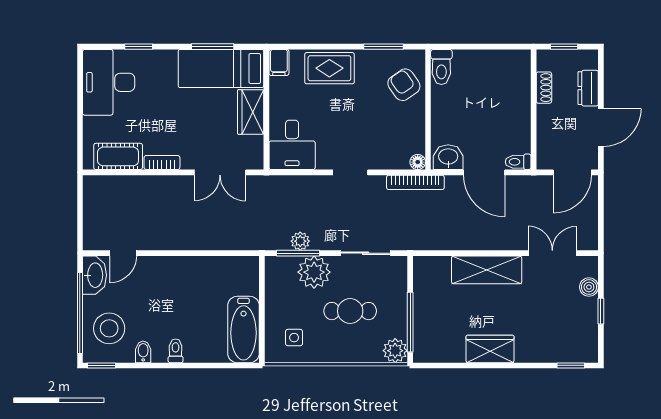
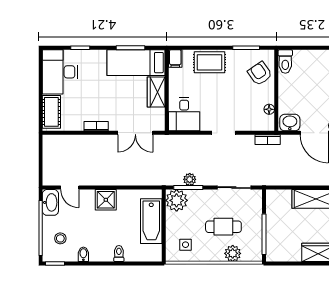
cot: (118, 156) -> (51, 112), moved, turned 90
floor lamp: (418, 162) -> (269, 109), moved
bookcase: (415, 182) -> (268, 140), width x0.64
door: (123, 253) -> (70, 188), hinge flipped
shower: (176, 271) -> (106, 200), added
plant: (314, 272) -> (177, 200), moved
stool: (109, 328) -> (60, 238), width x0.53, depth x0.53
bathtub: (243, 330) -> (151, 221), moved
toilet: (176, 351) -> (119, 254), moved
plant: (395, 351) -> (233, 253), moved

